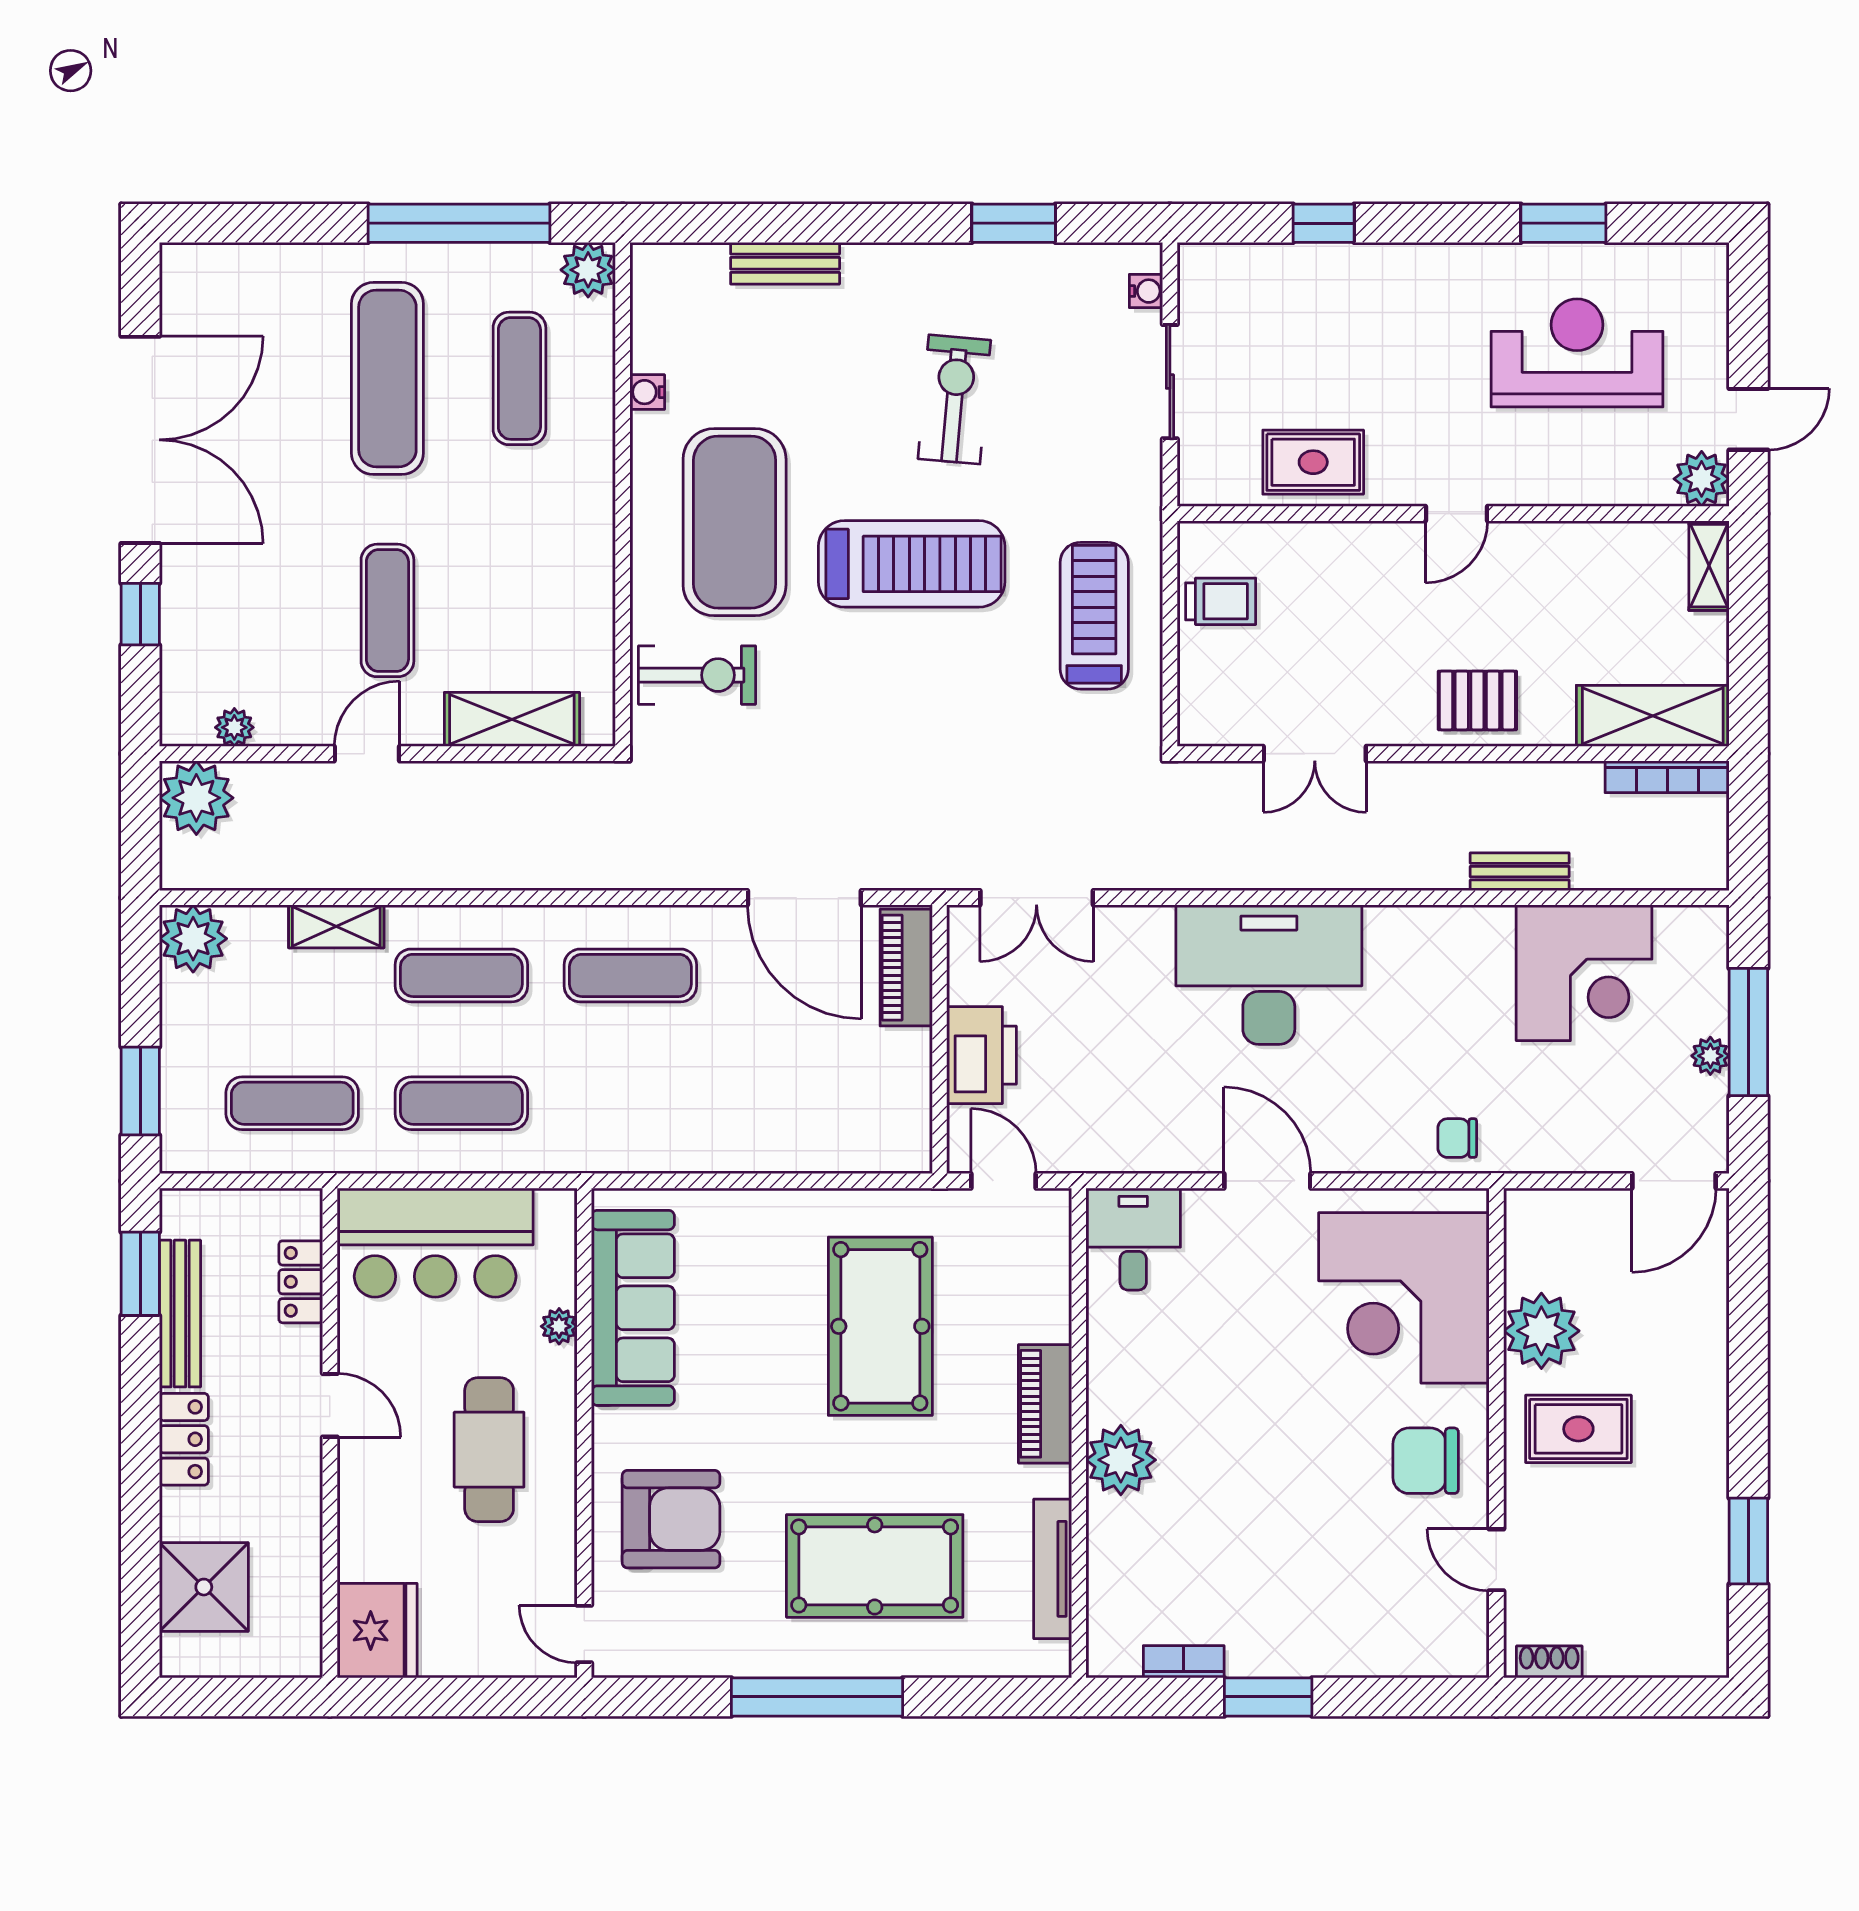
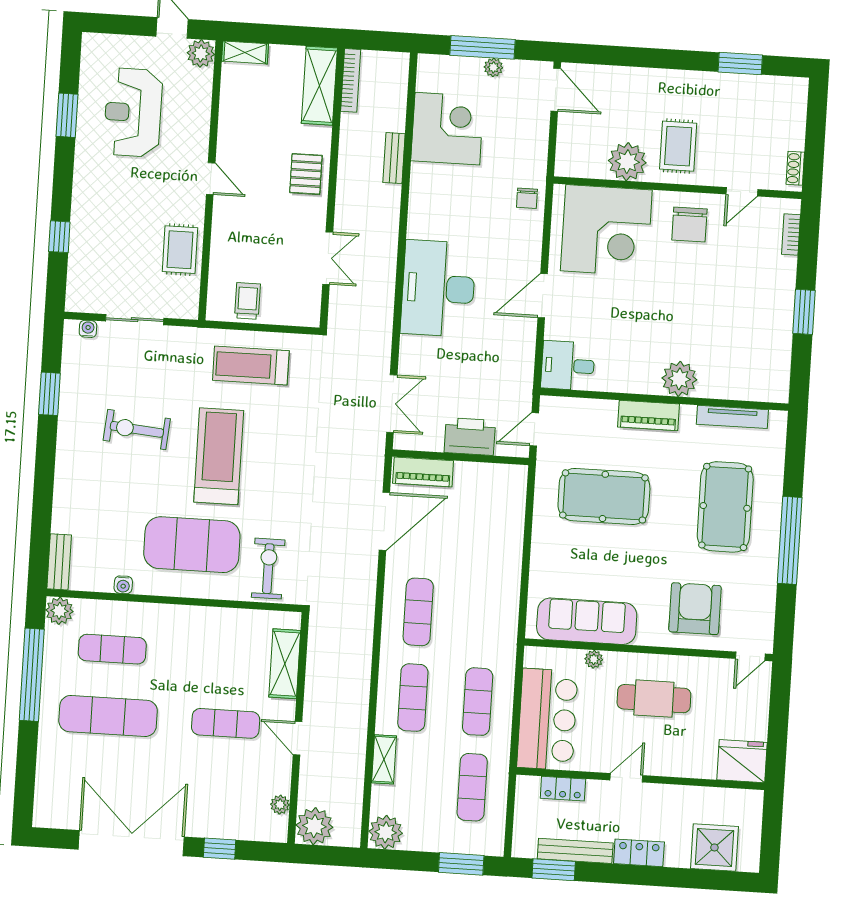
bench: (785, 263) -> (59, 562), moved
bookcase: (1184, 1662) -> (791, 234), moved

